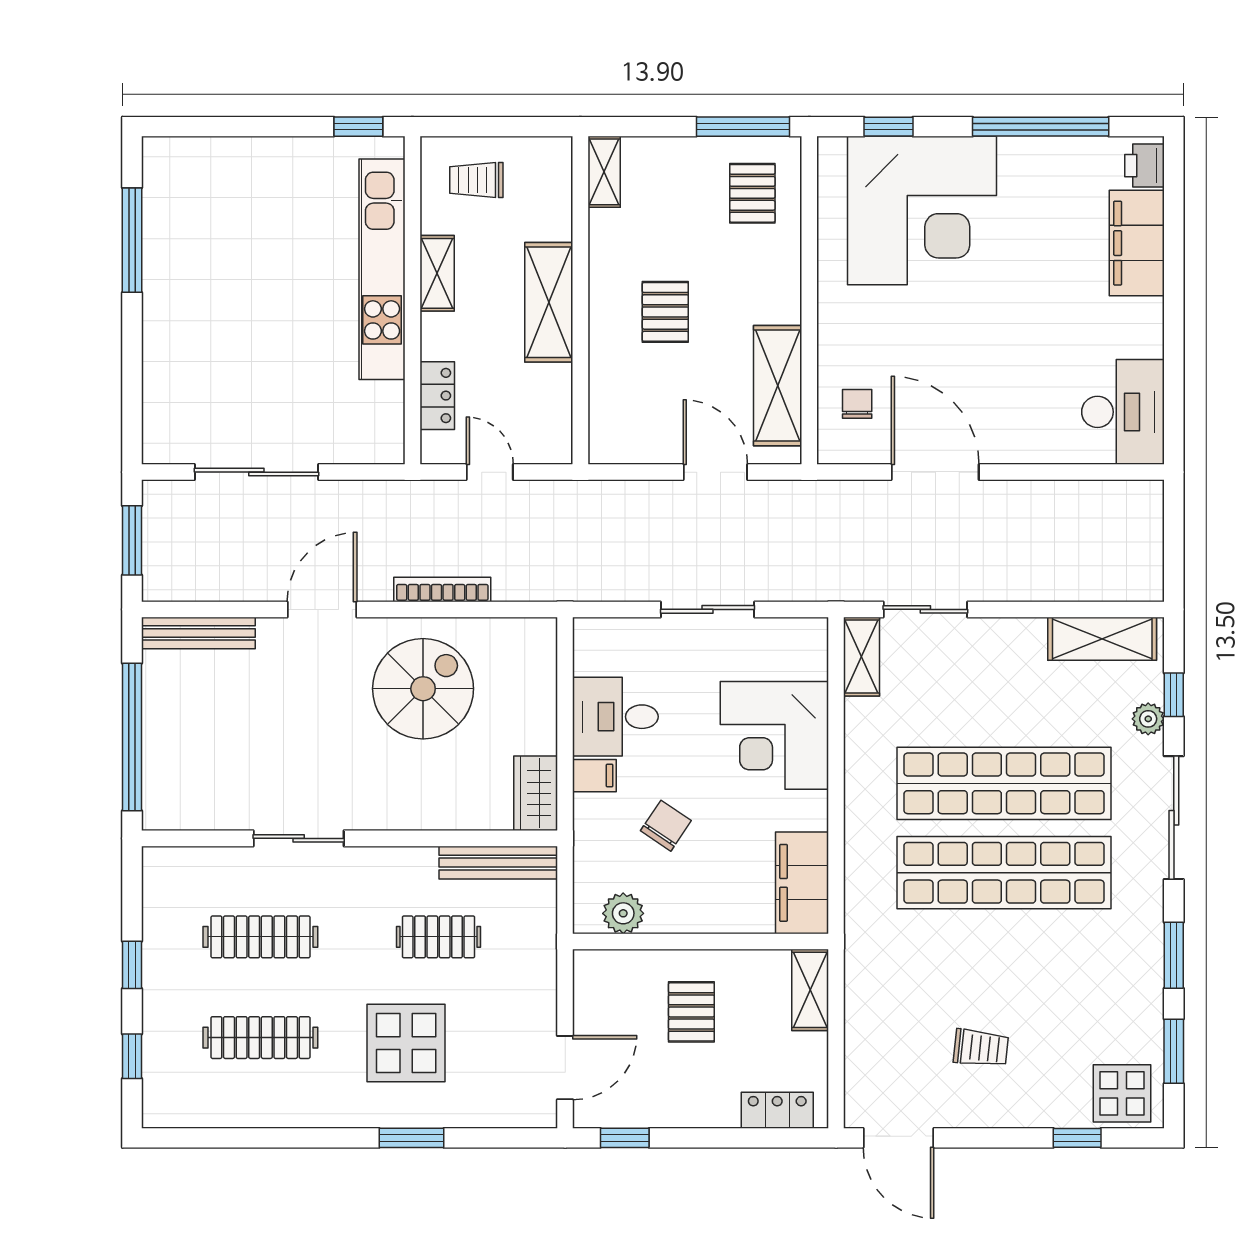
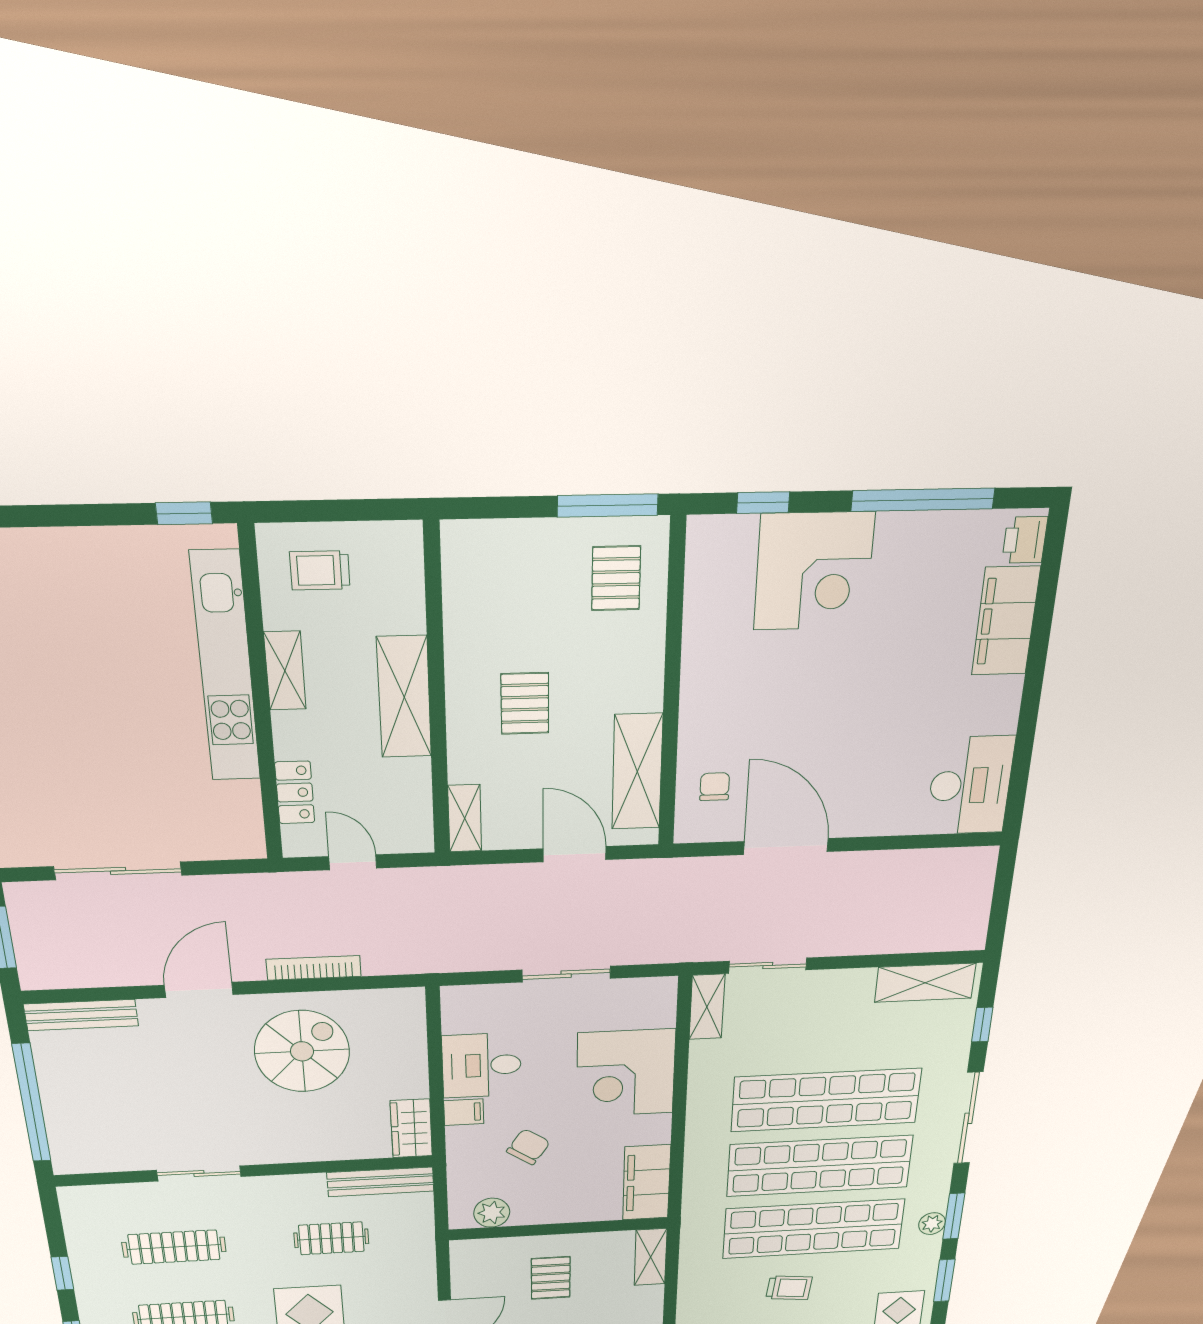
shelving: (604, 172) -> (465, 818), moved
corner desk: (922, 211) -> (814, 571), width x0.74, depth x0.74
plant: (1148, 719) -> (932, 1224), moved
shop shelf: (1004, 962) -> (813, 1229), added

